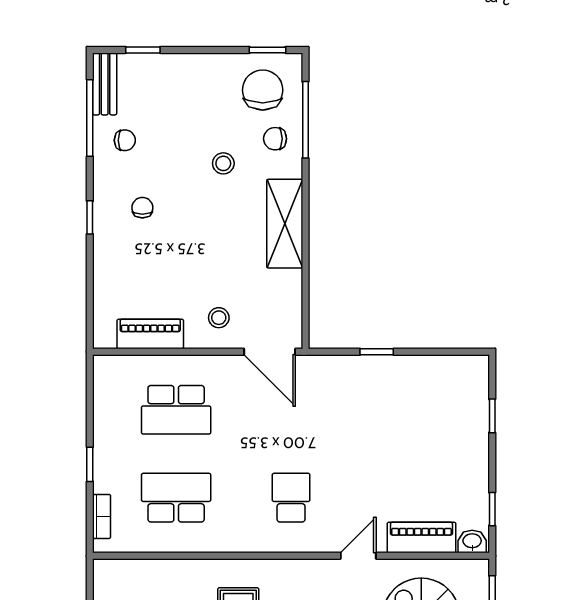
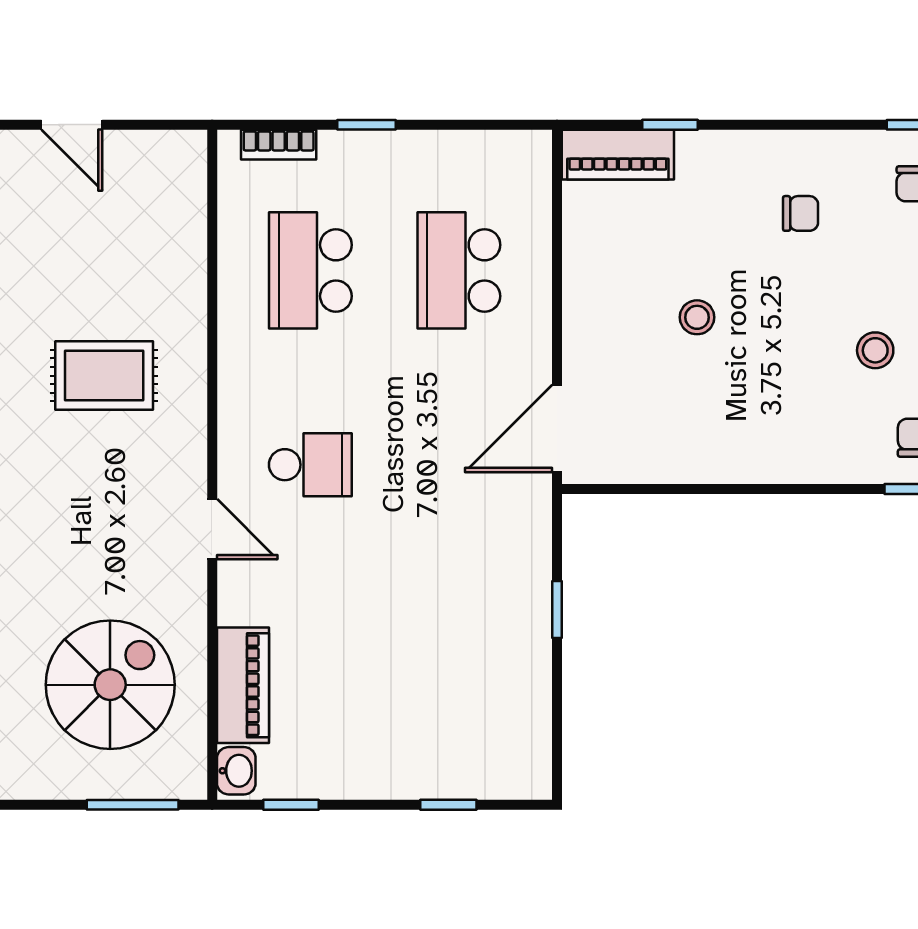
window: (90, 217) -> (670, 125), moved
shelving: (285, 224) -> (773, 454), removed
stool: (219, 318) -> (697, 317), moved
piano: (150, 334) -> (618, 155), moved, turned 90
school desk: (176, 498) -> (310, 270), turned 180
door: (358, 556) -> (212, 529), moved

